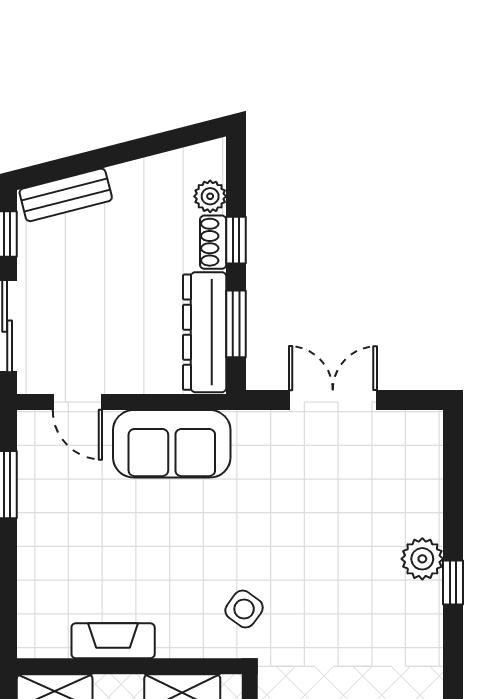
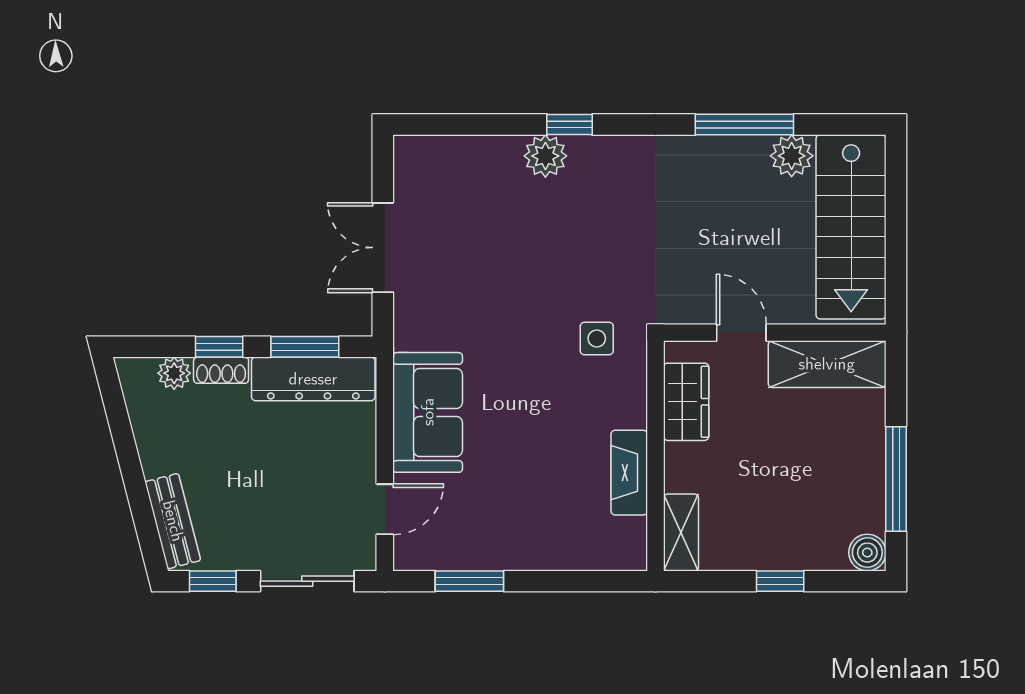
side table: (244, 609) -> (597, 338), turned -36

